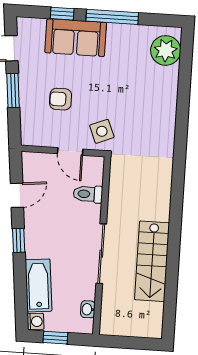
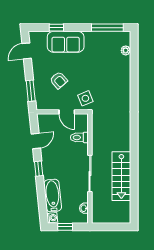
window: (112, 17) -> (107, 28), moved
plant: (166, 50) -> (126, 50), width x0.53, depth x0.53
window: (13, 90) -> (31, 91), moved
armchair: (61, 99) -> (59, 80), turned -131

